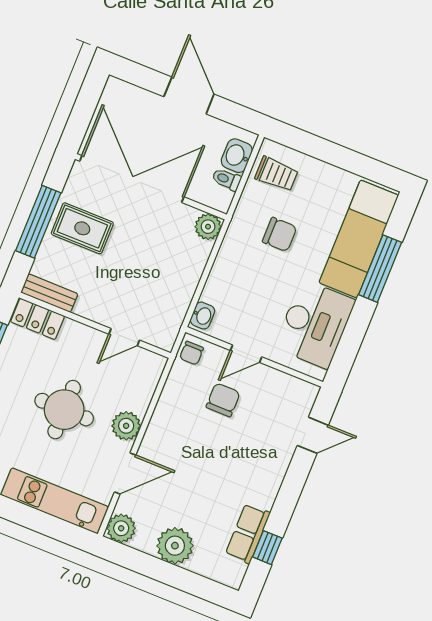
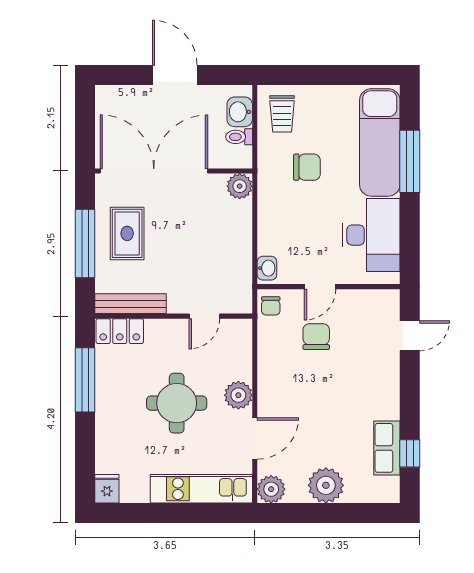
trolley: (276, 174) -> (282, 114), turned 90
rug: (82, 228) -> (127, 233), turned 90
bench: (49, 293) -> (131, 304), width x1.36

